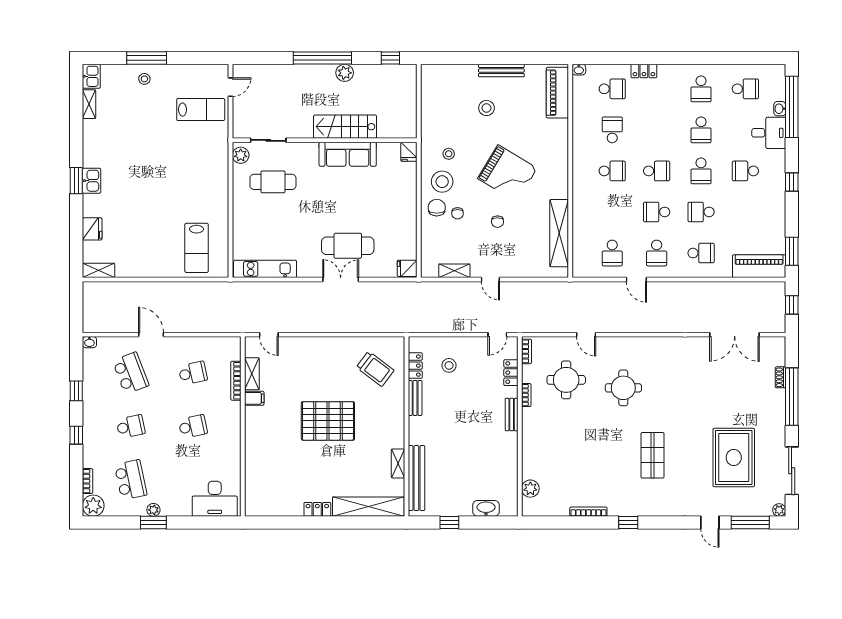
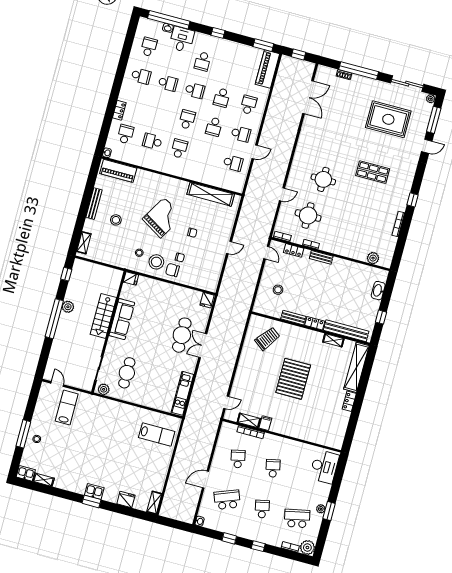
shelving: (454, 271) -> (84, 243), moved
locker: (415, 366) -> (315, 323), moved

